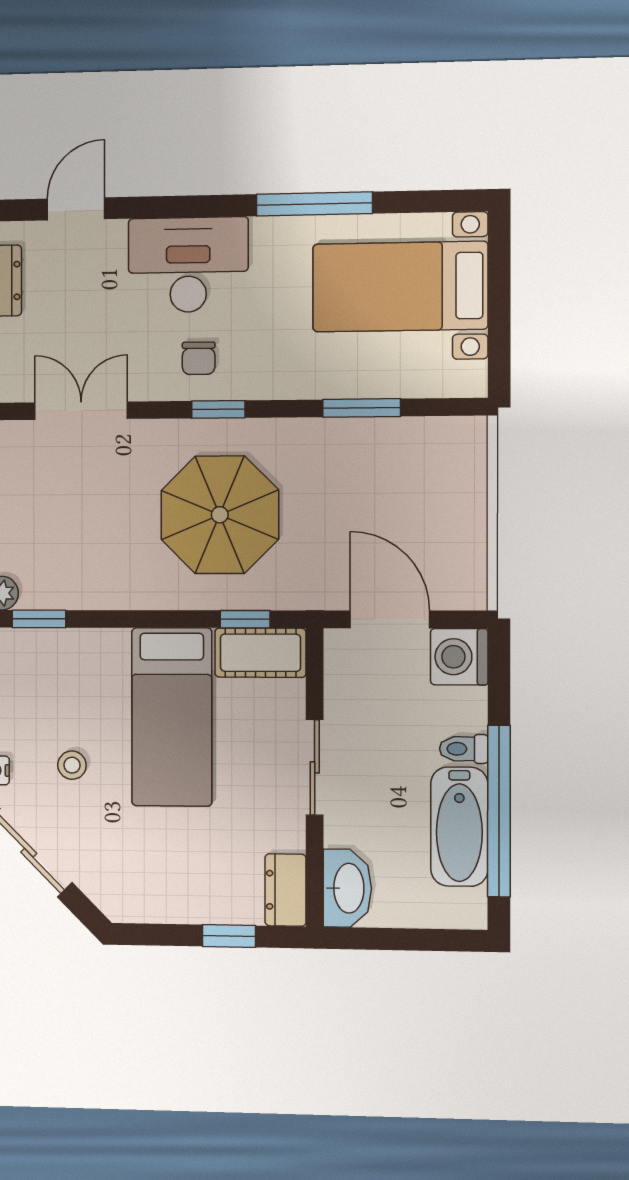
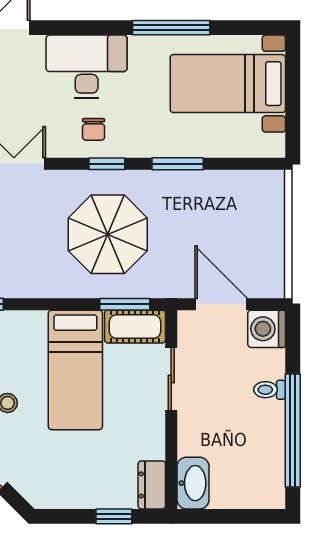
window: (362, 408) -> (178, 164), moved
window: (245, 619) -> (125, 304), width x1.50
sliding door: (315, 767) -> (171, 379), moved
bathtub: (459, 827) -> (267, 441), removed

